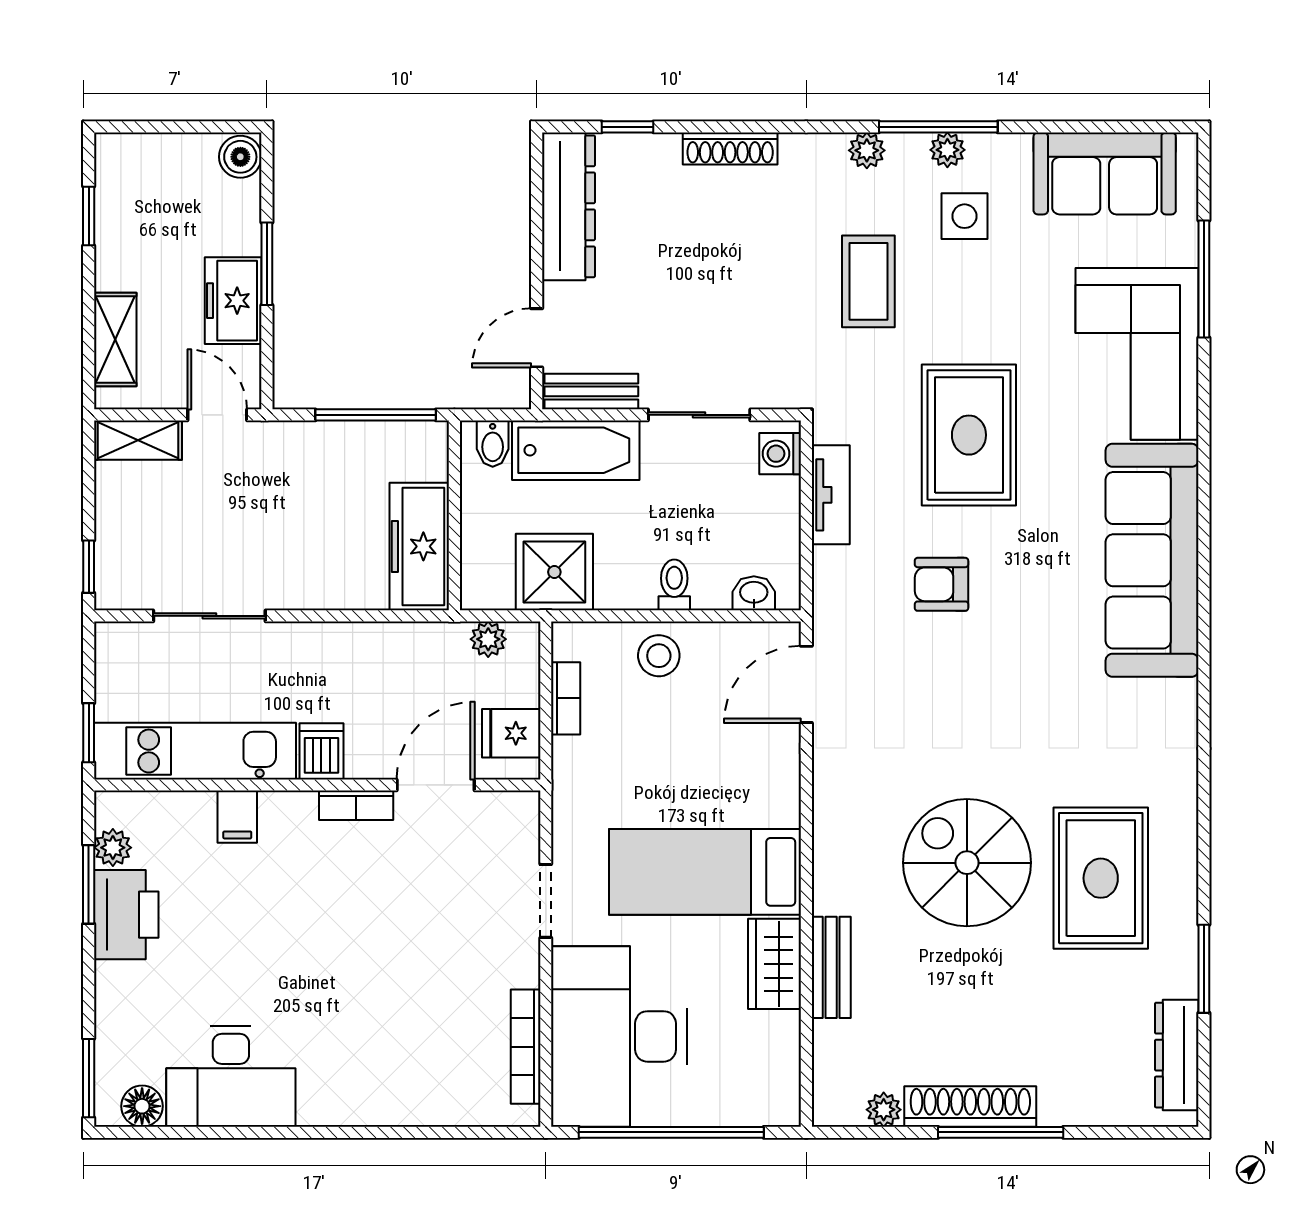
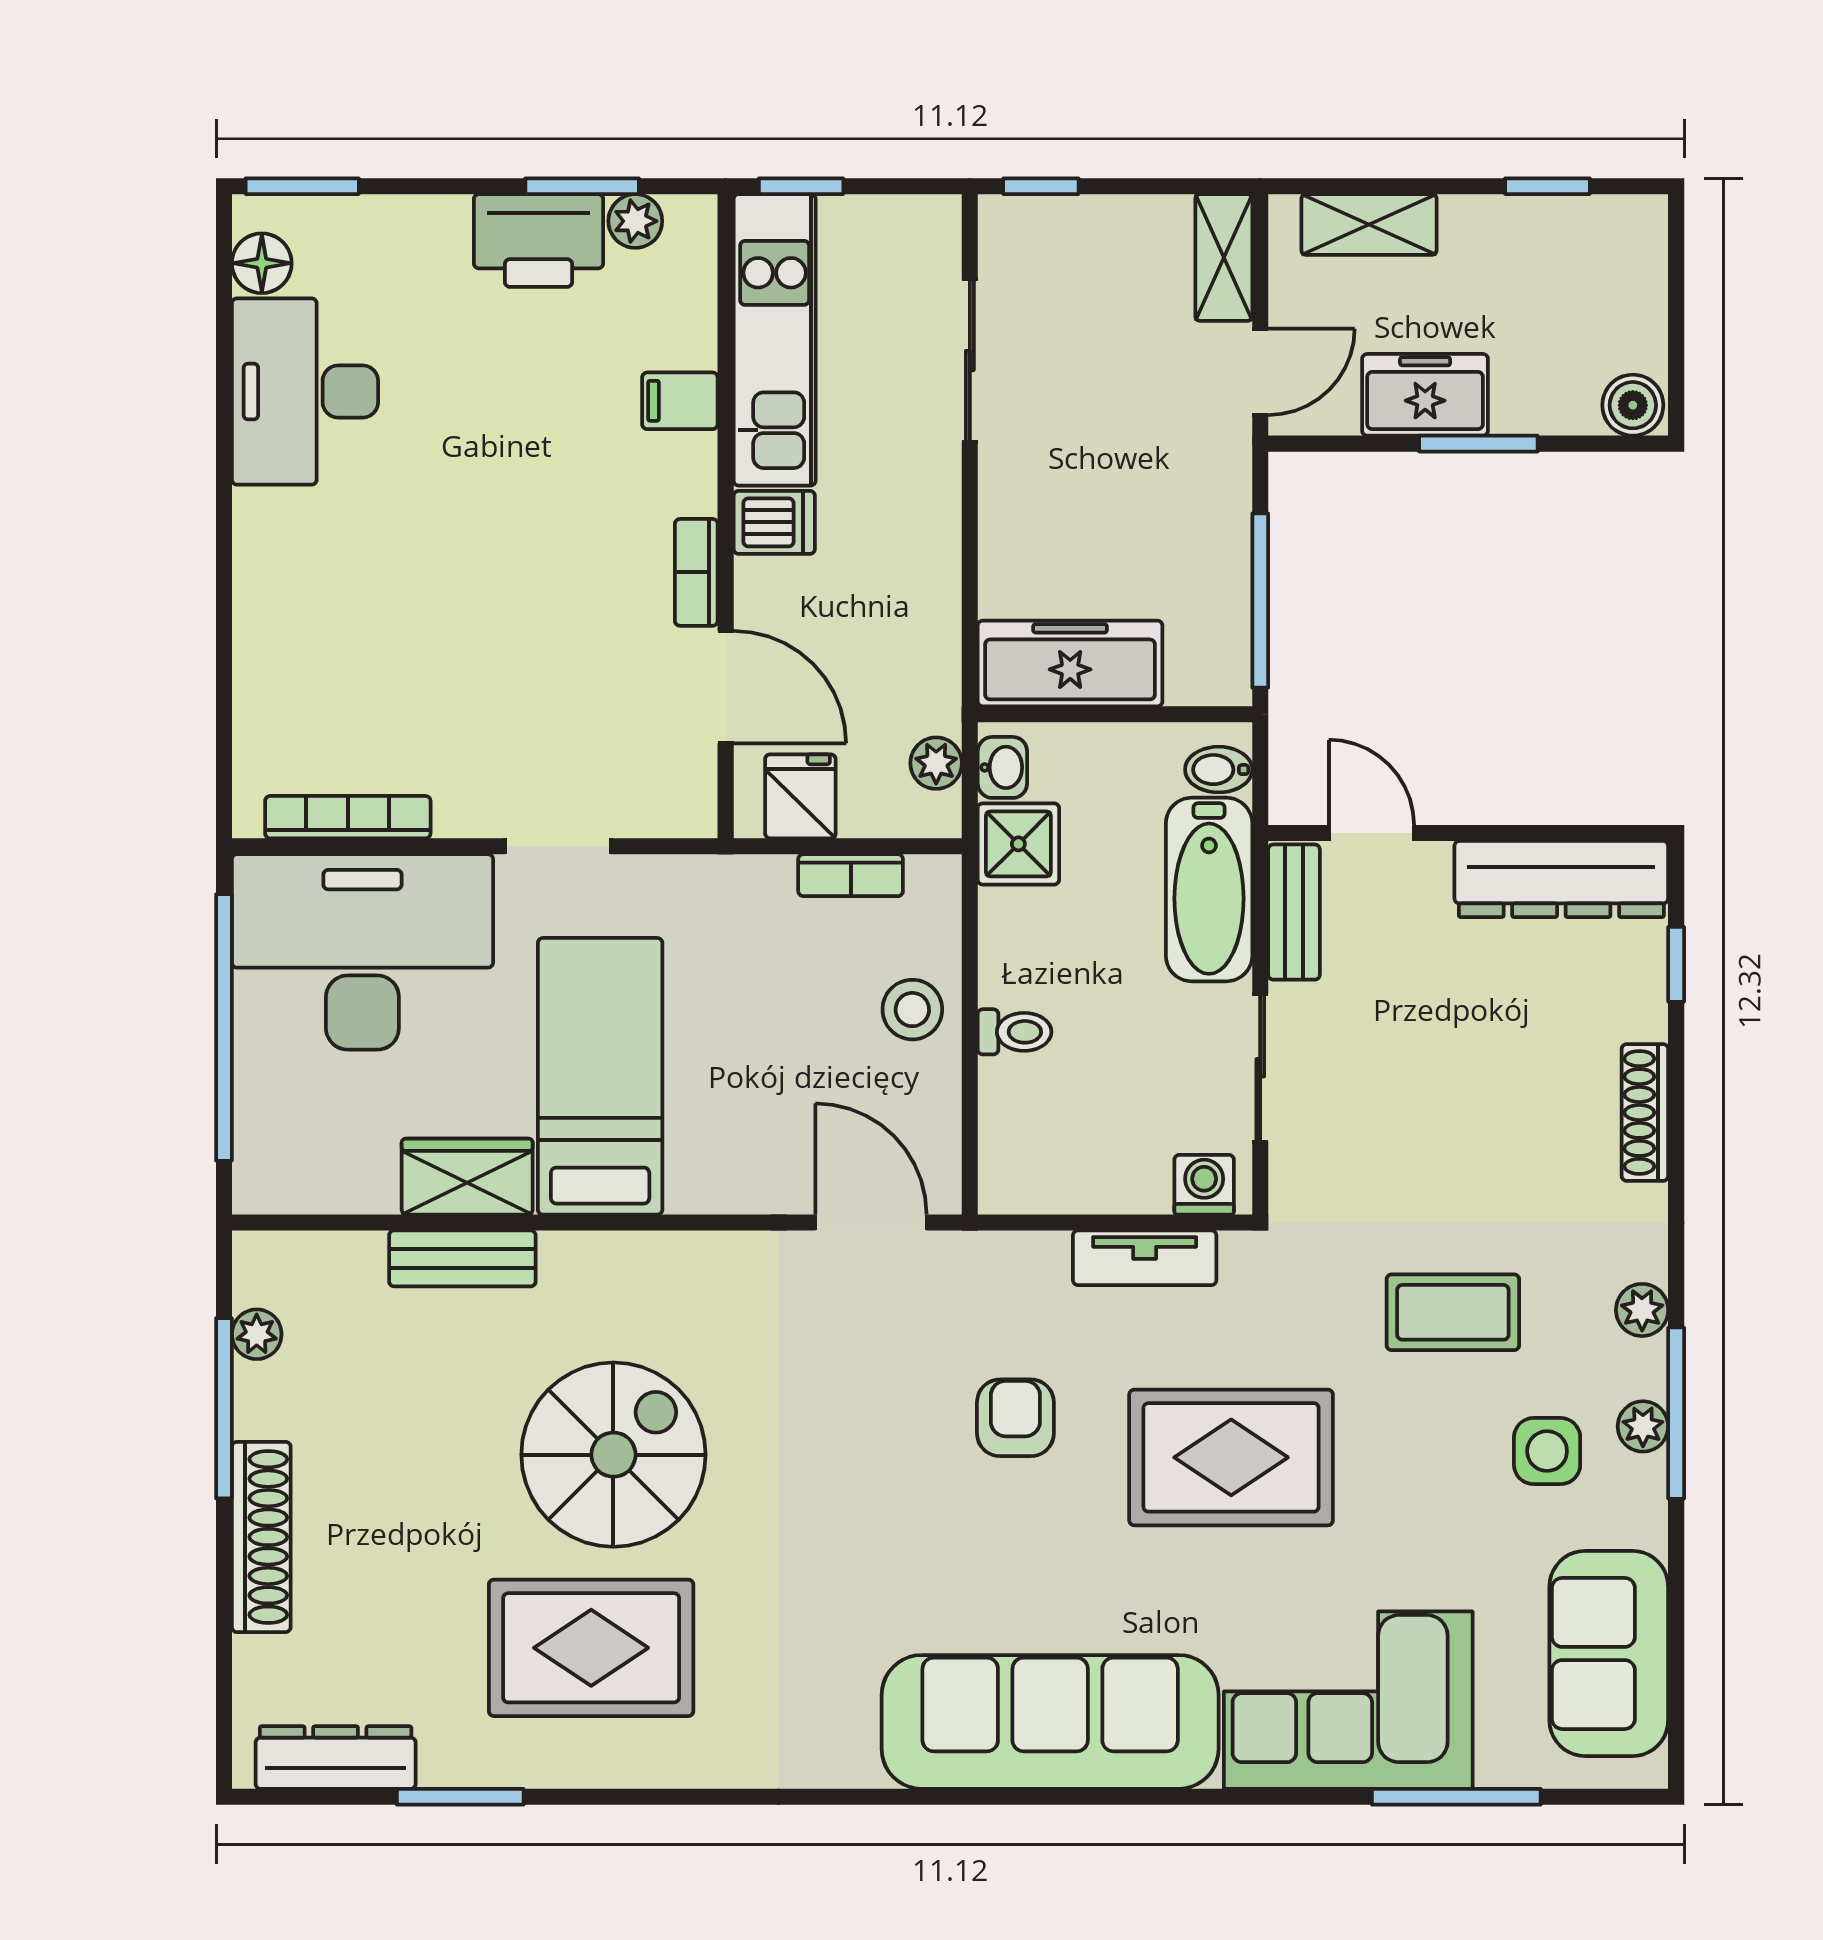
shower: (554, 572) -> (1018, 844), width x0.73, depth x0.73
washbasin: (754, 593) -> (1002, 767), moved
shoe rack: (970, 1107) -> (261, 1537), moved
window: (1001, 1132) -> (224, 1408), moved

